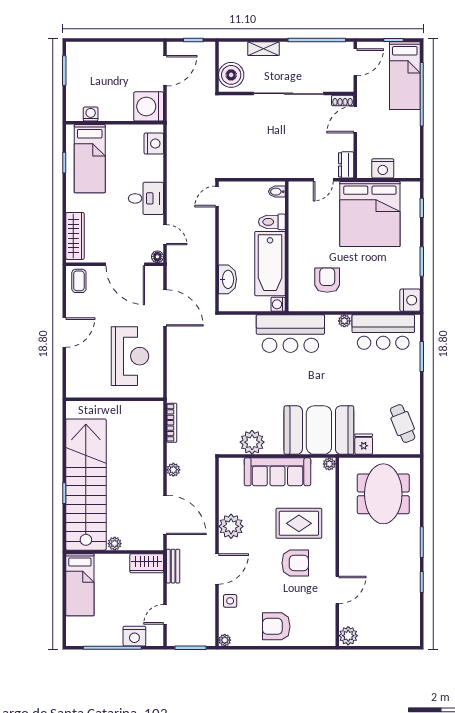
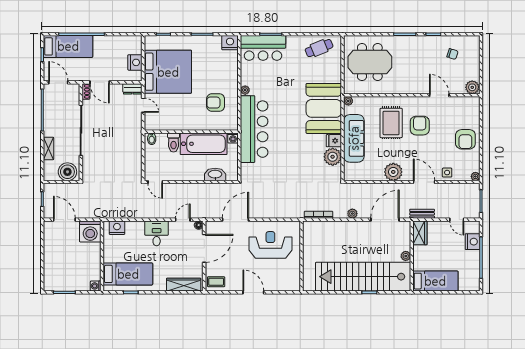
washing machine: (91, 114) -> (96, 286), moved
bar counter: (383, 332) -> (263, 48), moved, turned 90
bar counter: (290, 334) -> (254, 129), width x1.36
fridge: (364, 444) -> (334, 141), moved
chair: (394, 608) -> (452, 54), added

